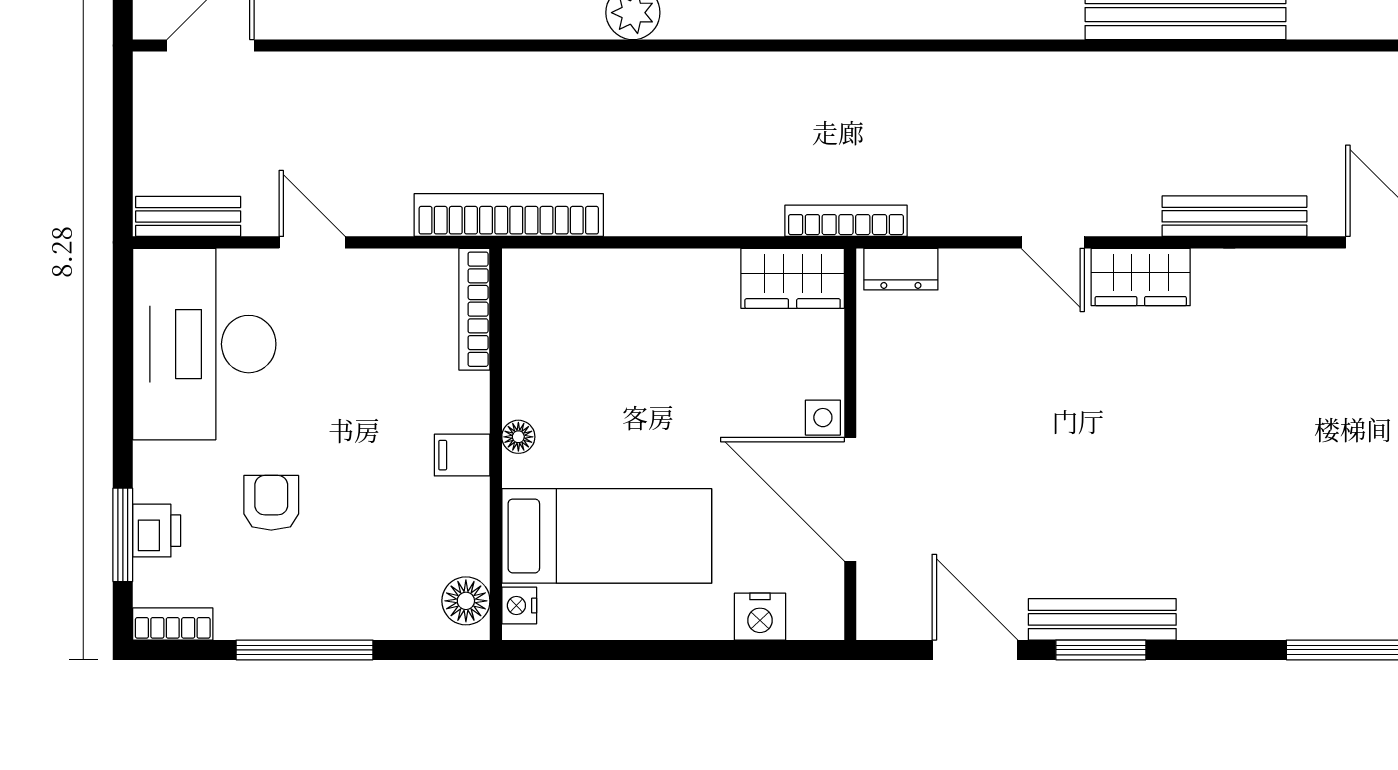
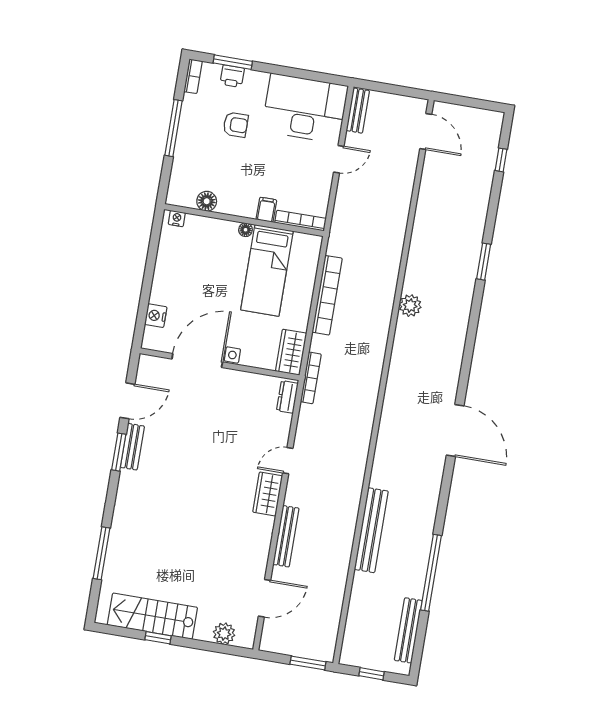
bookcase: (509, 215) -> (327, 295), moved
filing cabinet: (462, 455) -> (266, 210), moved
bed: (607, 536) -> (267, 270), moved
floor lamp: (466, 601) -> (207, 201), moved
bench: (1102, 619) -> (132, 447), width x0.73

